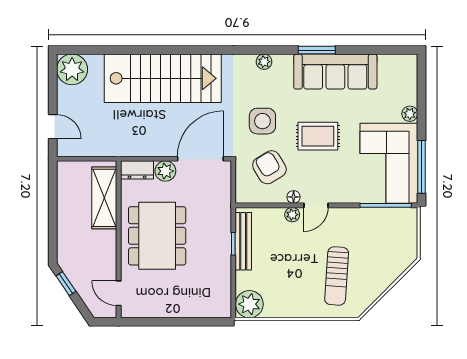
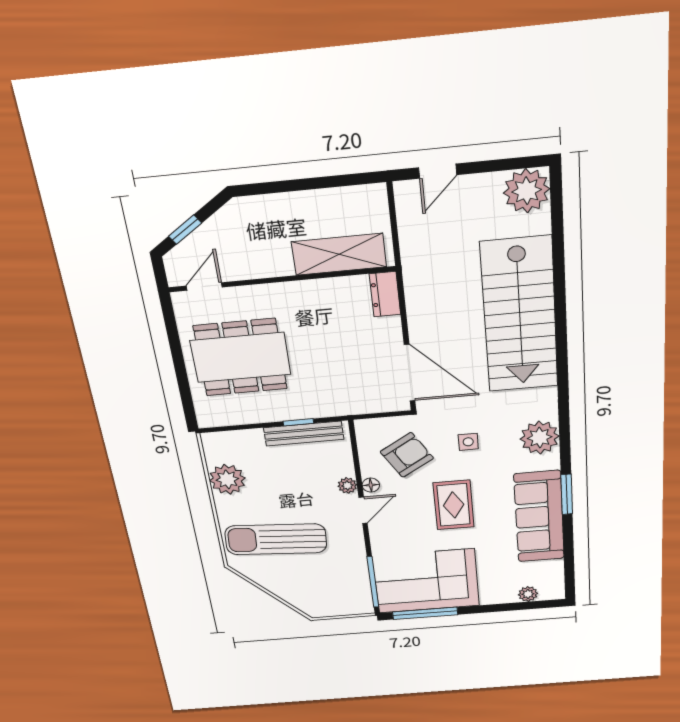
plant: (264, 62) -> (540, 438), width x1.88, depth x1.88
plant: (410, 114) -> (528, 594), moved
side table: (262, 121) -> (468, 442), width x0.54, depth x0.54
plant: (165, 171) -> (388, 331), removed
door: (316, 205) -> (363, 510), swing flipped
dining table: (157, 236) -> (241, 357), moved
sun lounger: (337, 276) -> (276, 539), width x1.36, depth x1.34
window: (66, 284) -> (185, 230), moved
plant: (249, 304) -> (227, 479), moved

